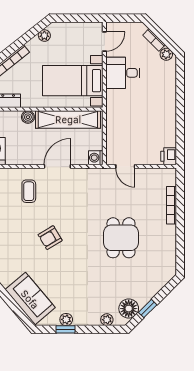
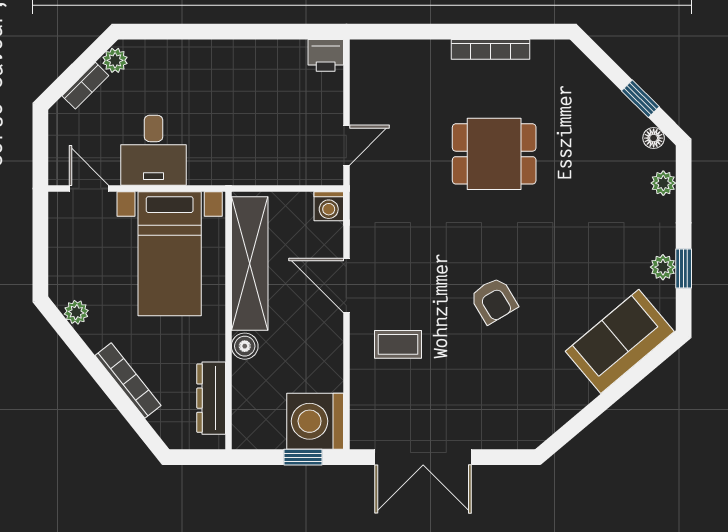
bookcase: (172, 205) -> (490, 49), moved
floor lamp: (129, 309) -> (654, 138), width x0.53, depth x0.53

